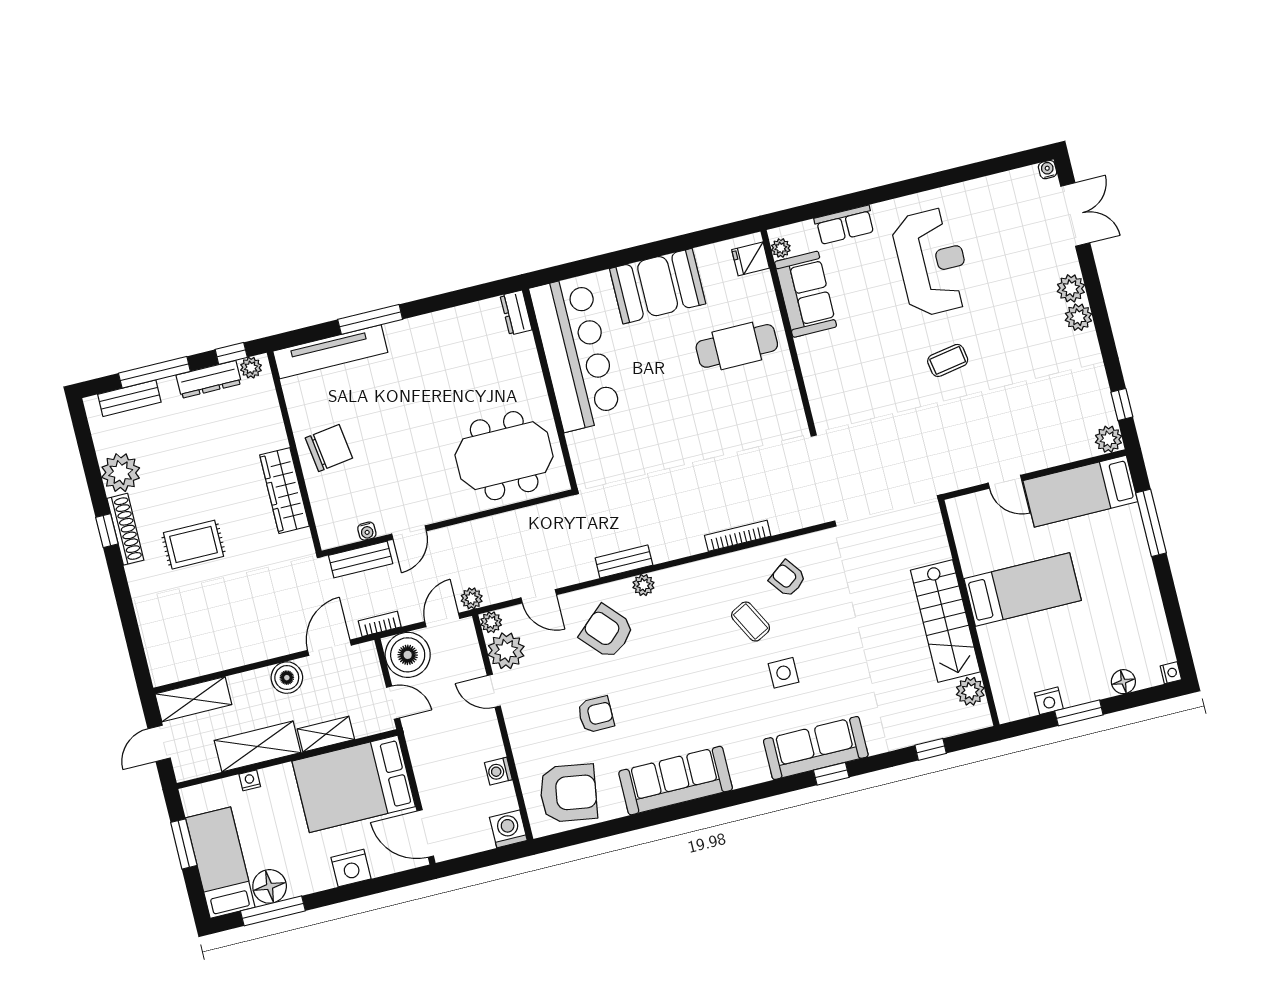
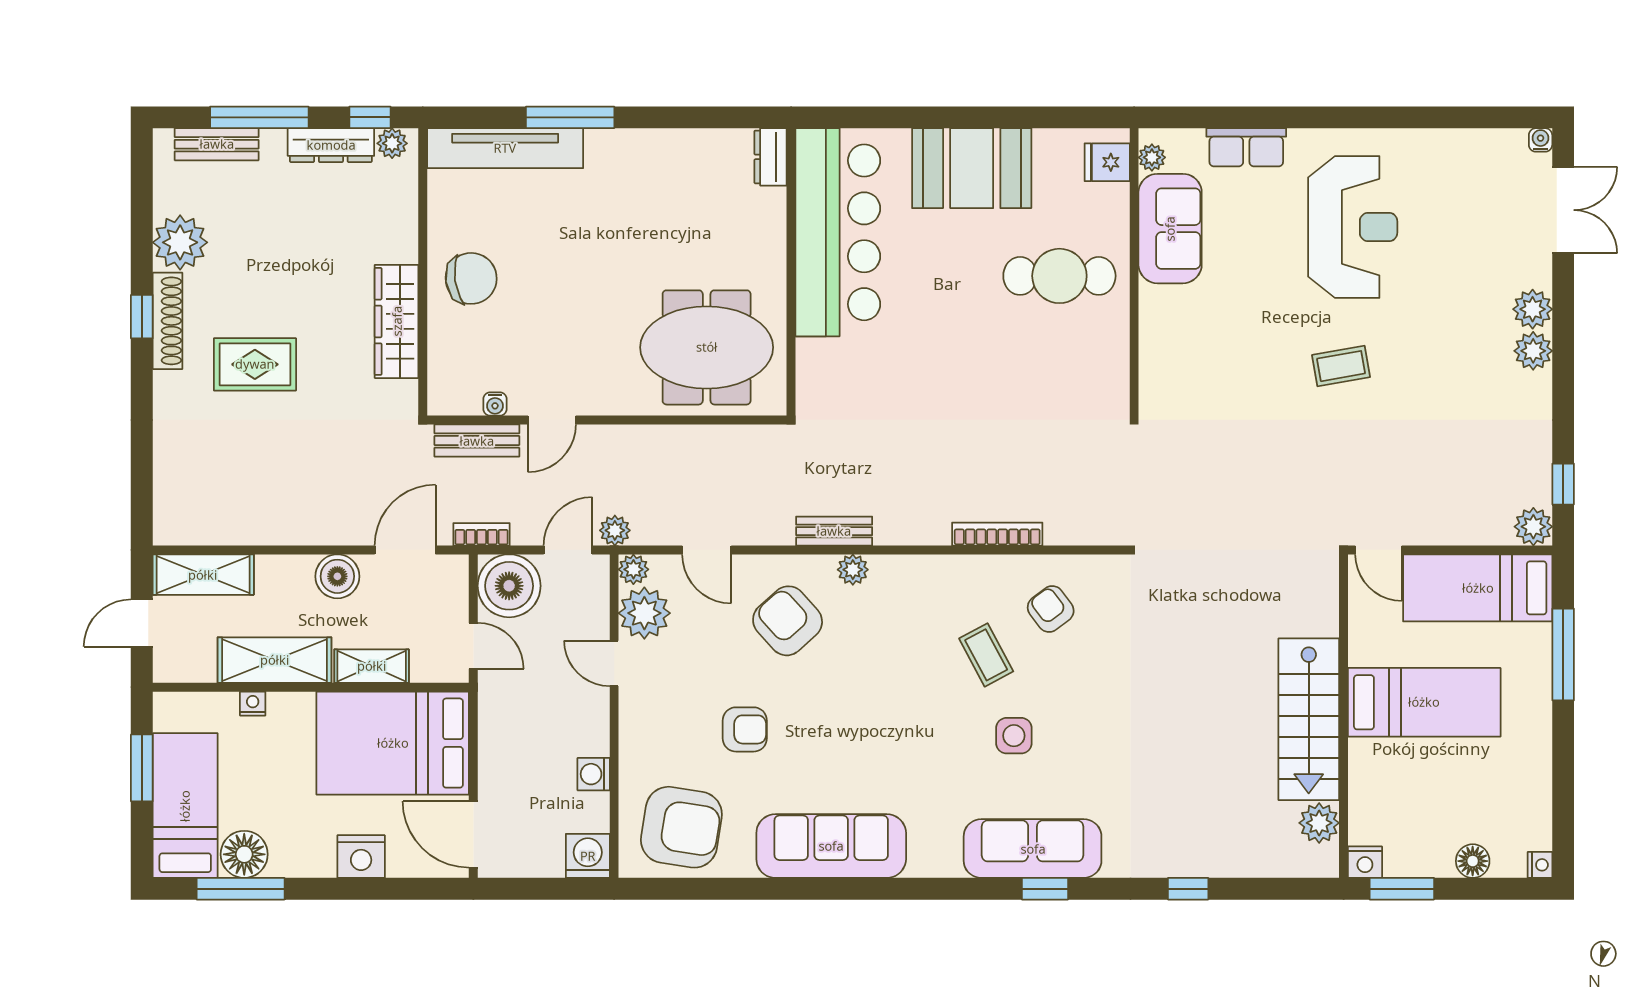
bed: (1023, 590) -> (1424, 702), moved
wall: (969, 613) -> (1344, 716), moved
stairs: (945, 621) -> (1309, 719), moved
plant: (970, 691) -> (1319, 823), moved

